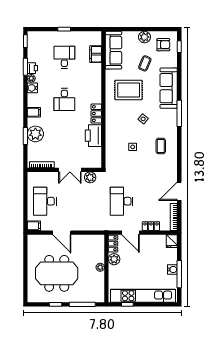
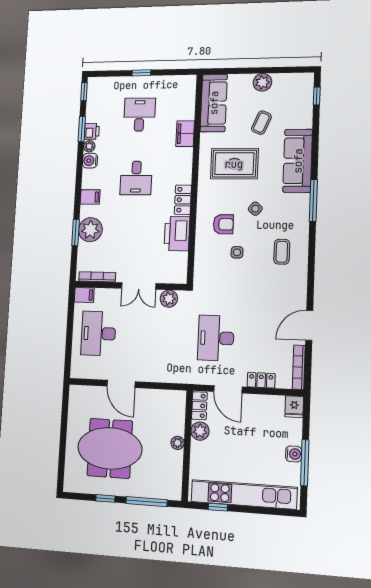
armchair: (163, 45) -> (223, 224), moved
filing cabinet: (96, 54) -> (185, 134), moved
filing cabinet: (34, 226) -> (84, 295), moved

